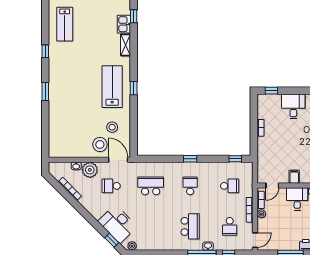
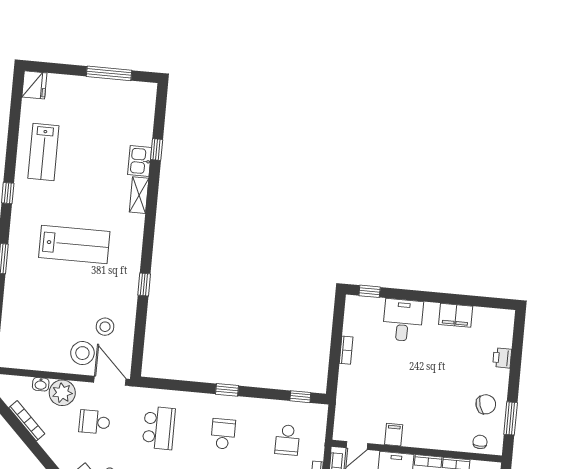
lab bench: (112, 87) -> (74, 244), moved, turned 90
window: (134, 88) -> (144, 285), moved
school desk: (151, 186) -> (159, 428), turned 90
school desk: (230, 186) -> (287, 440), turned 90

